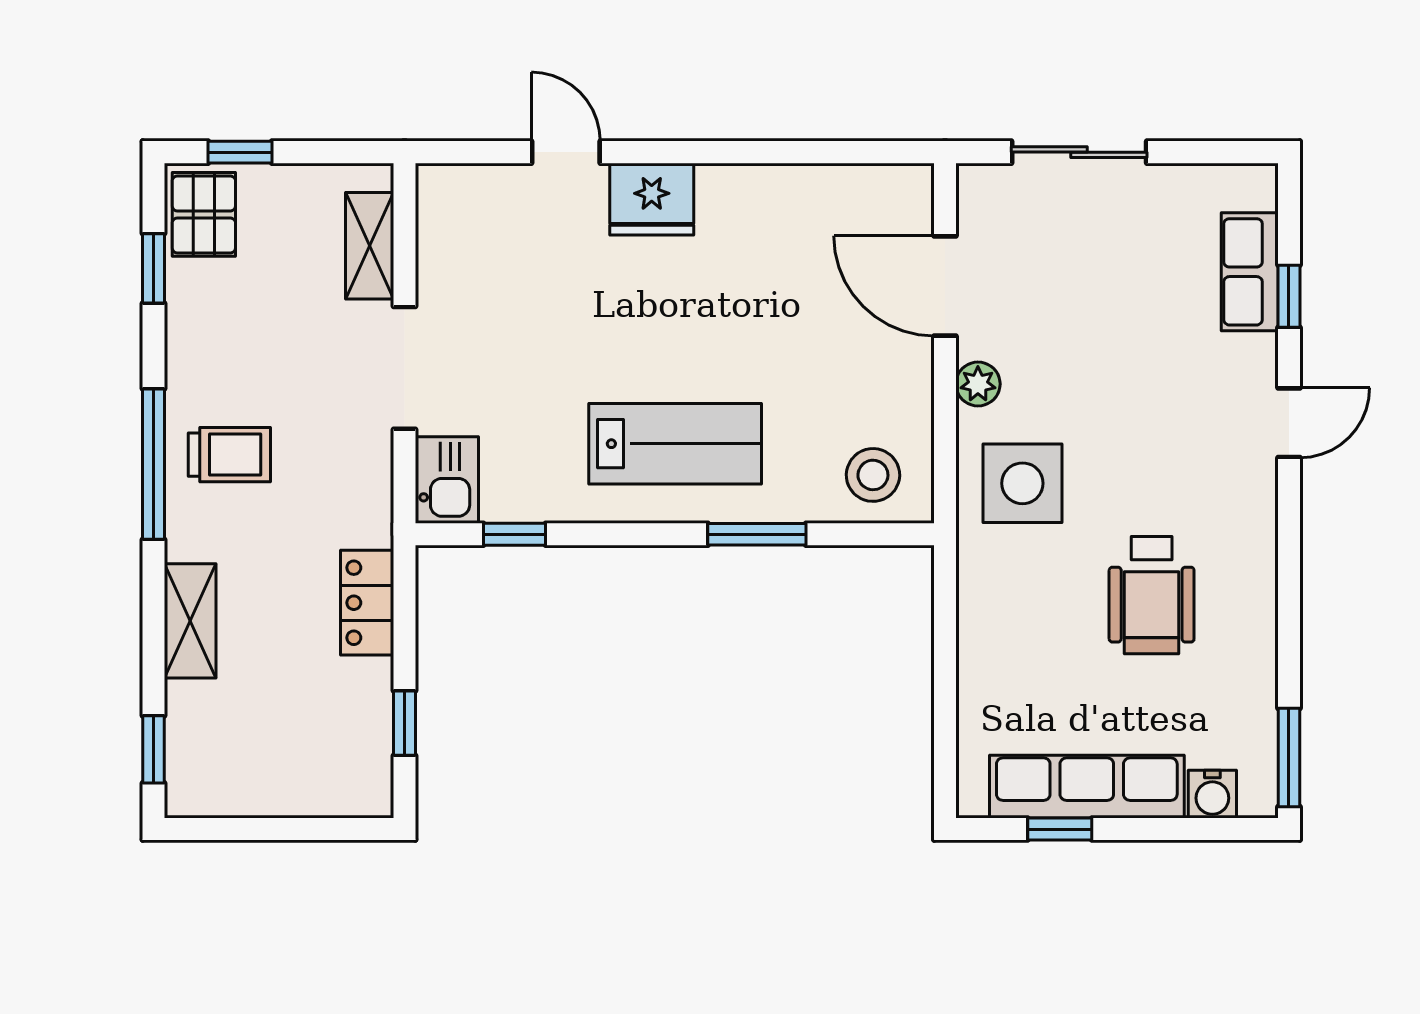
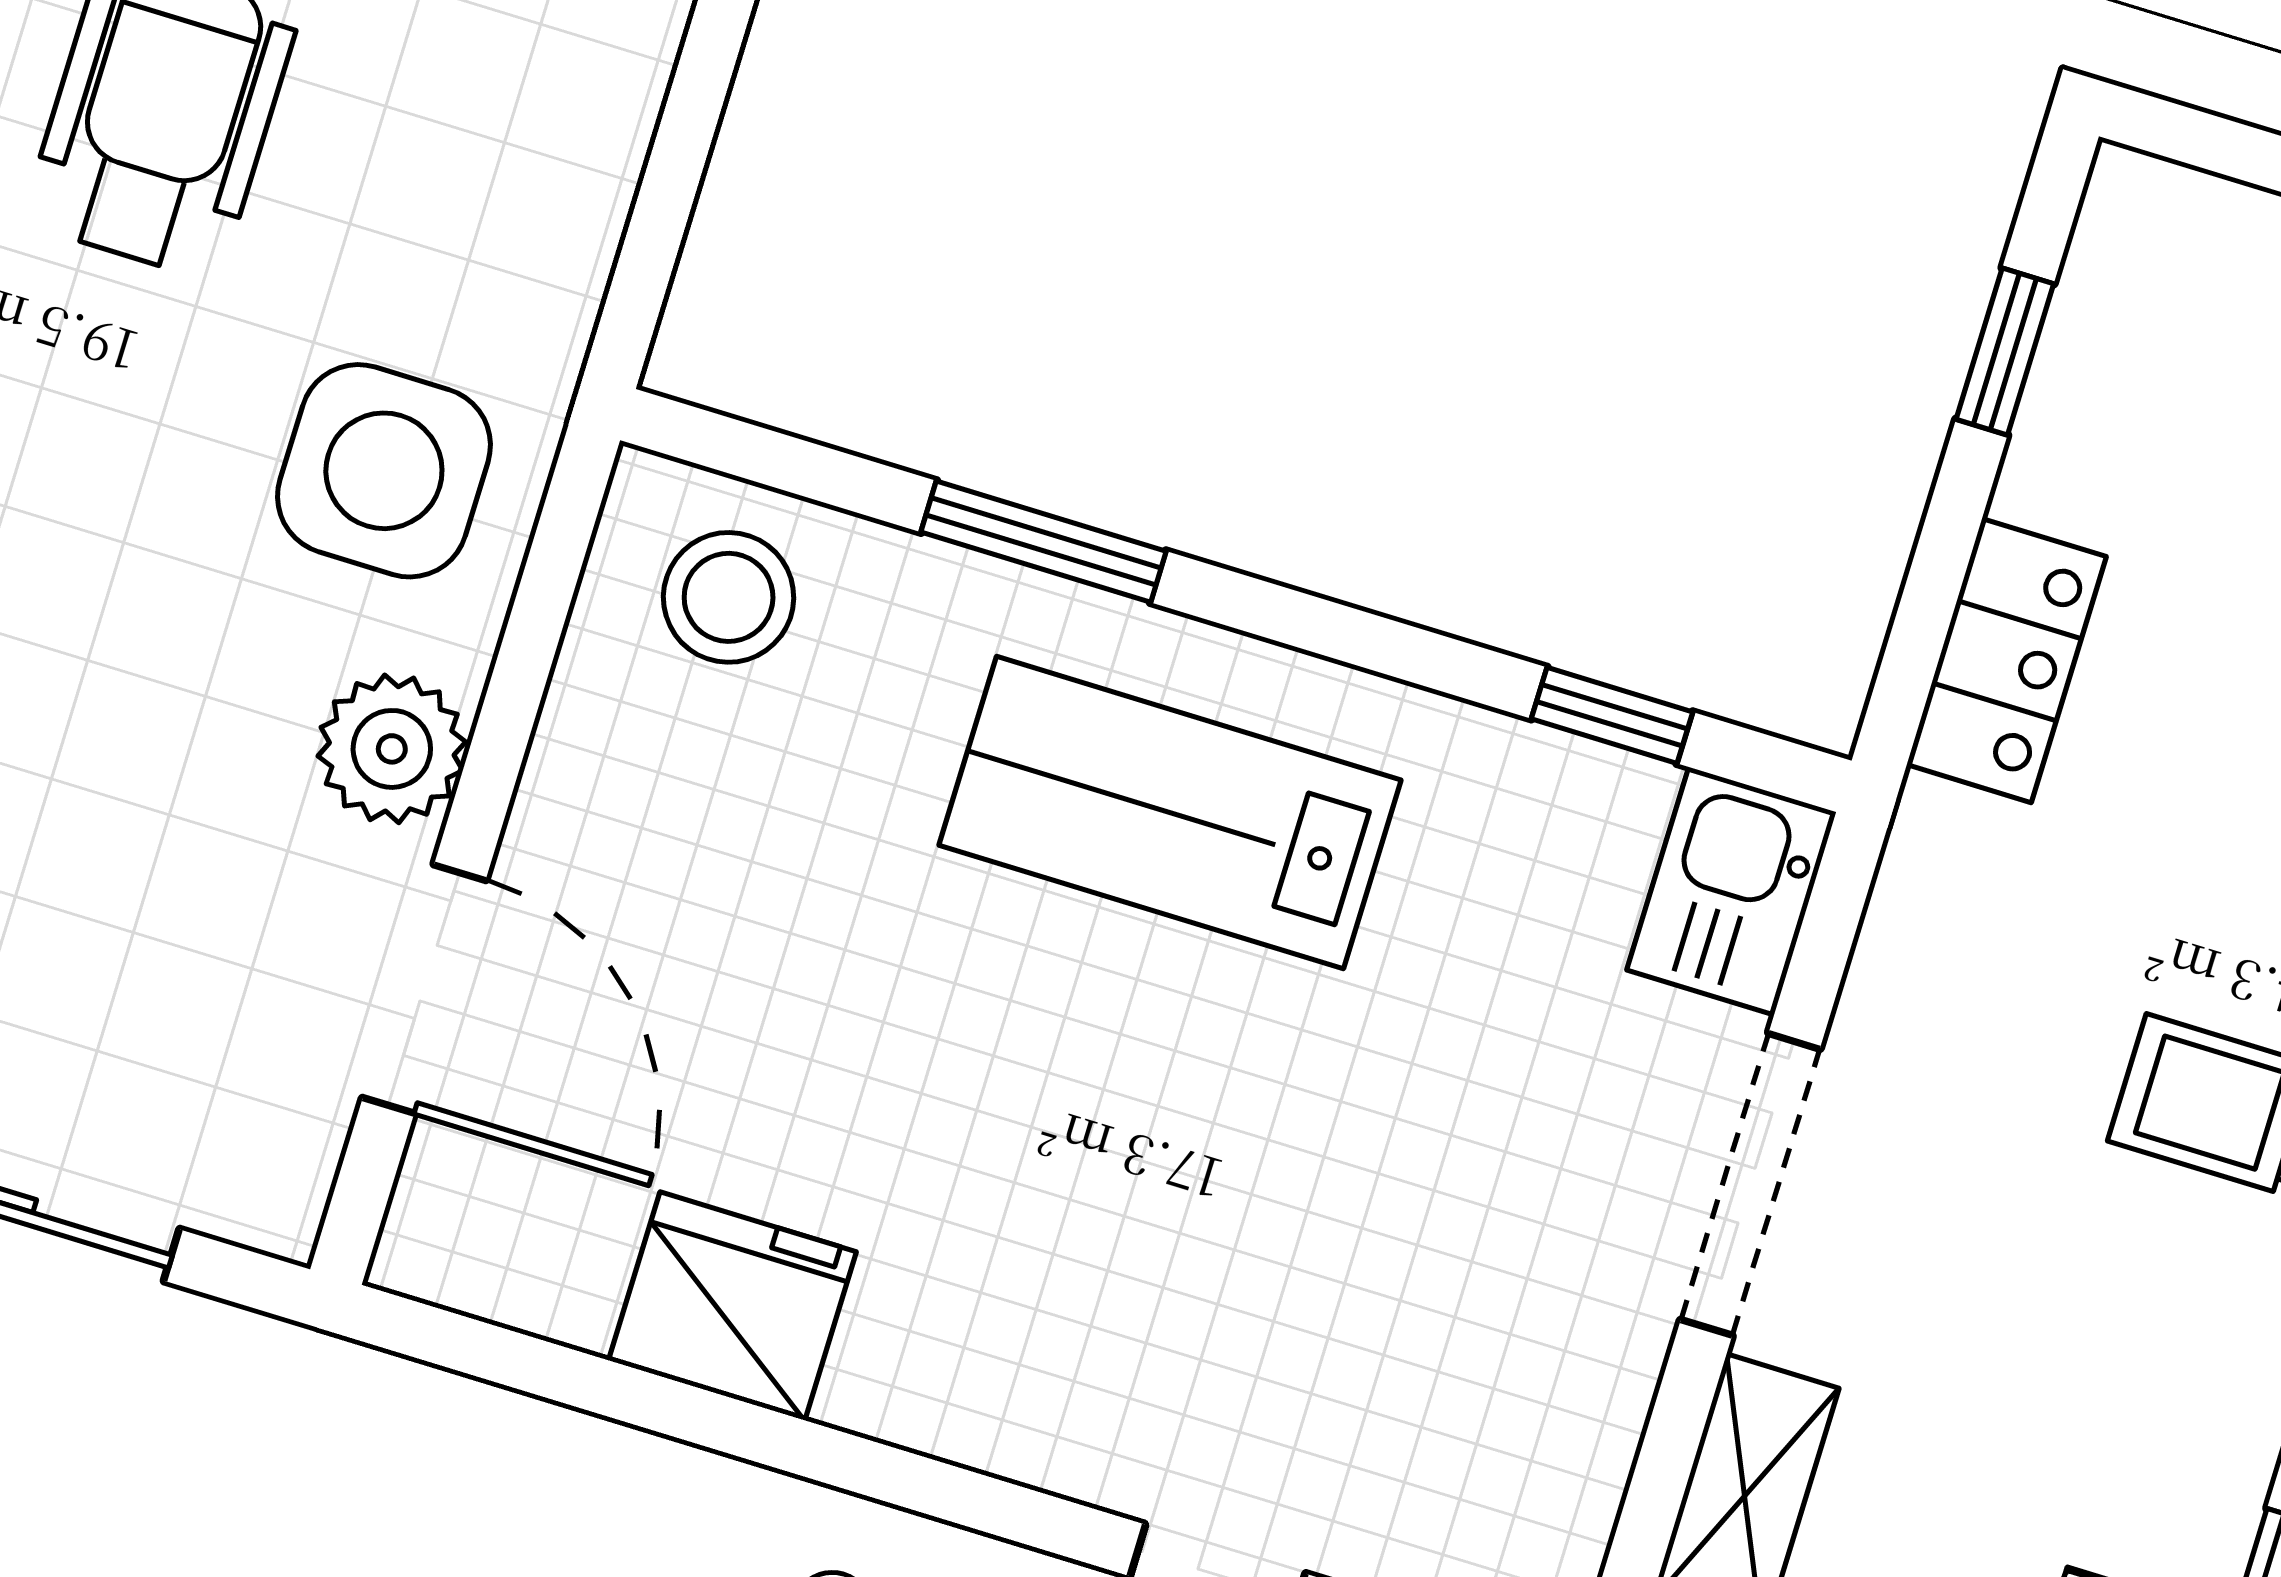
fridge: (652, 199) -> (732, 1306), moved
plant: (978, 384) -> (392, 749), width x1.38, depth x1.38

